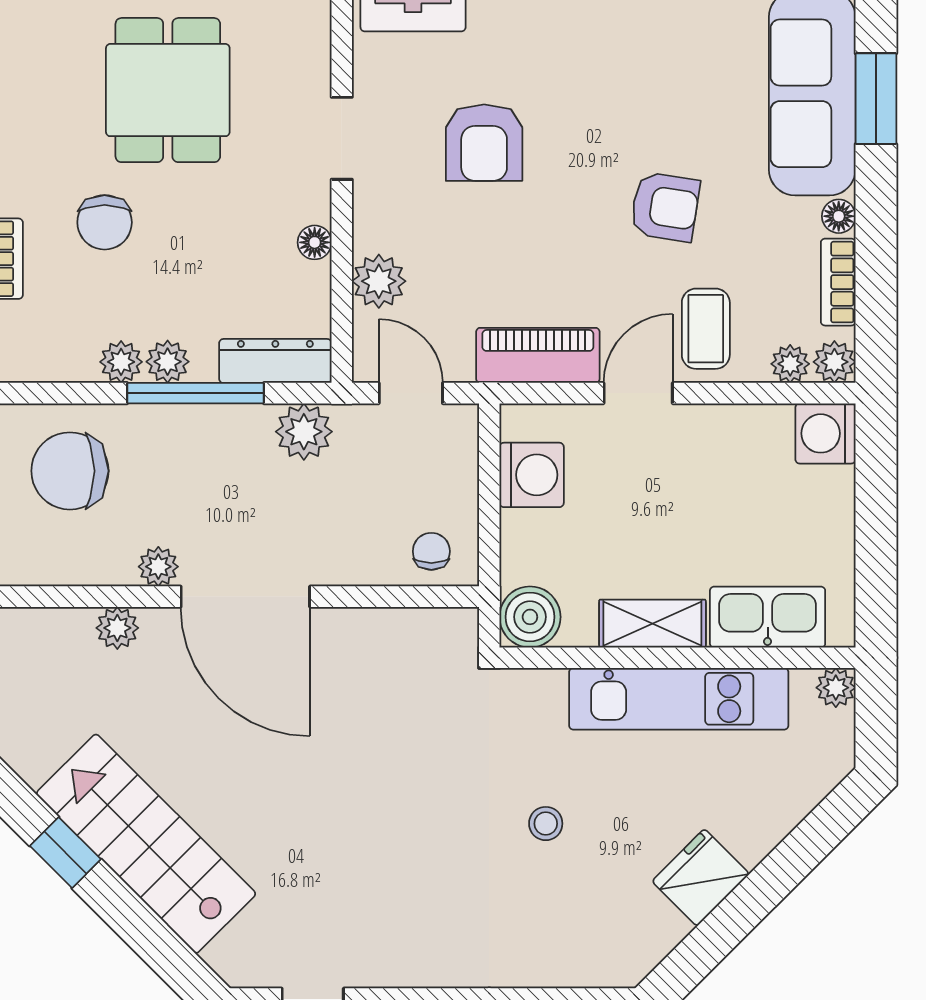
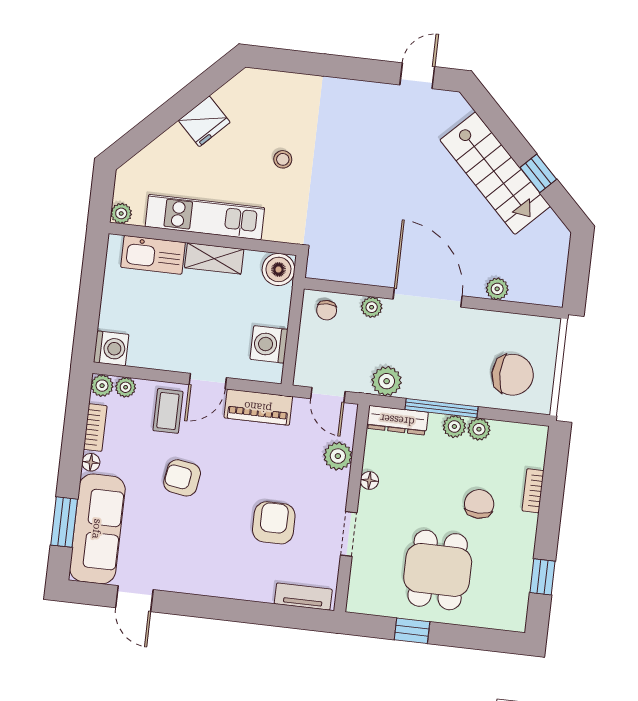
plant: (158, 567) -> (372, 307), moved

